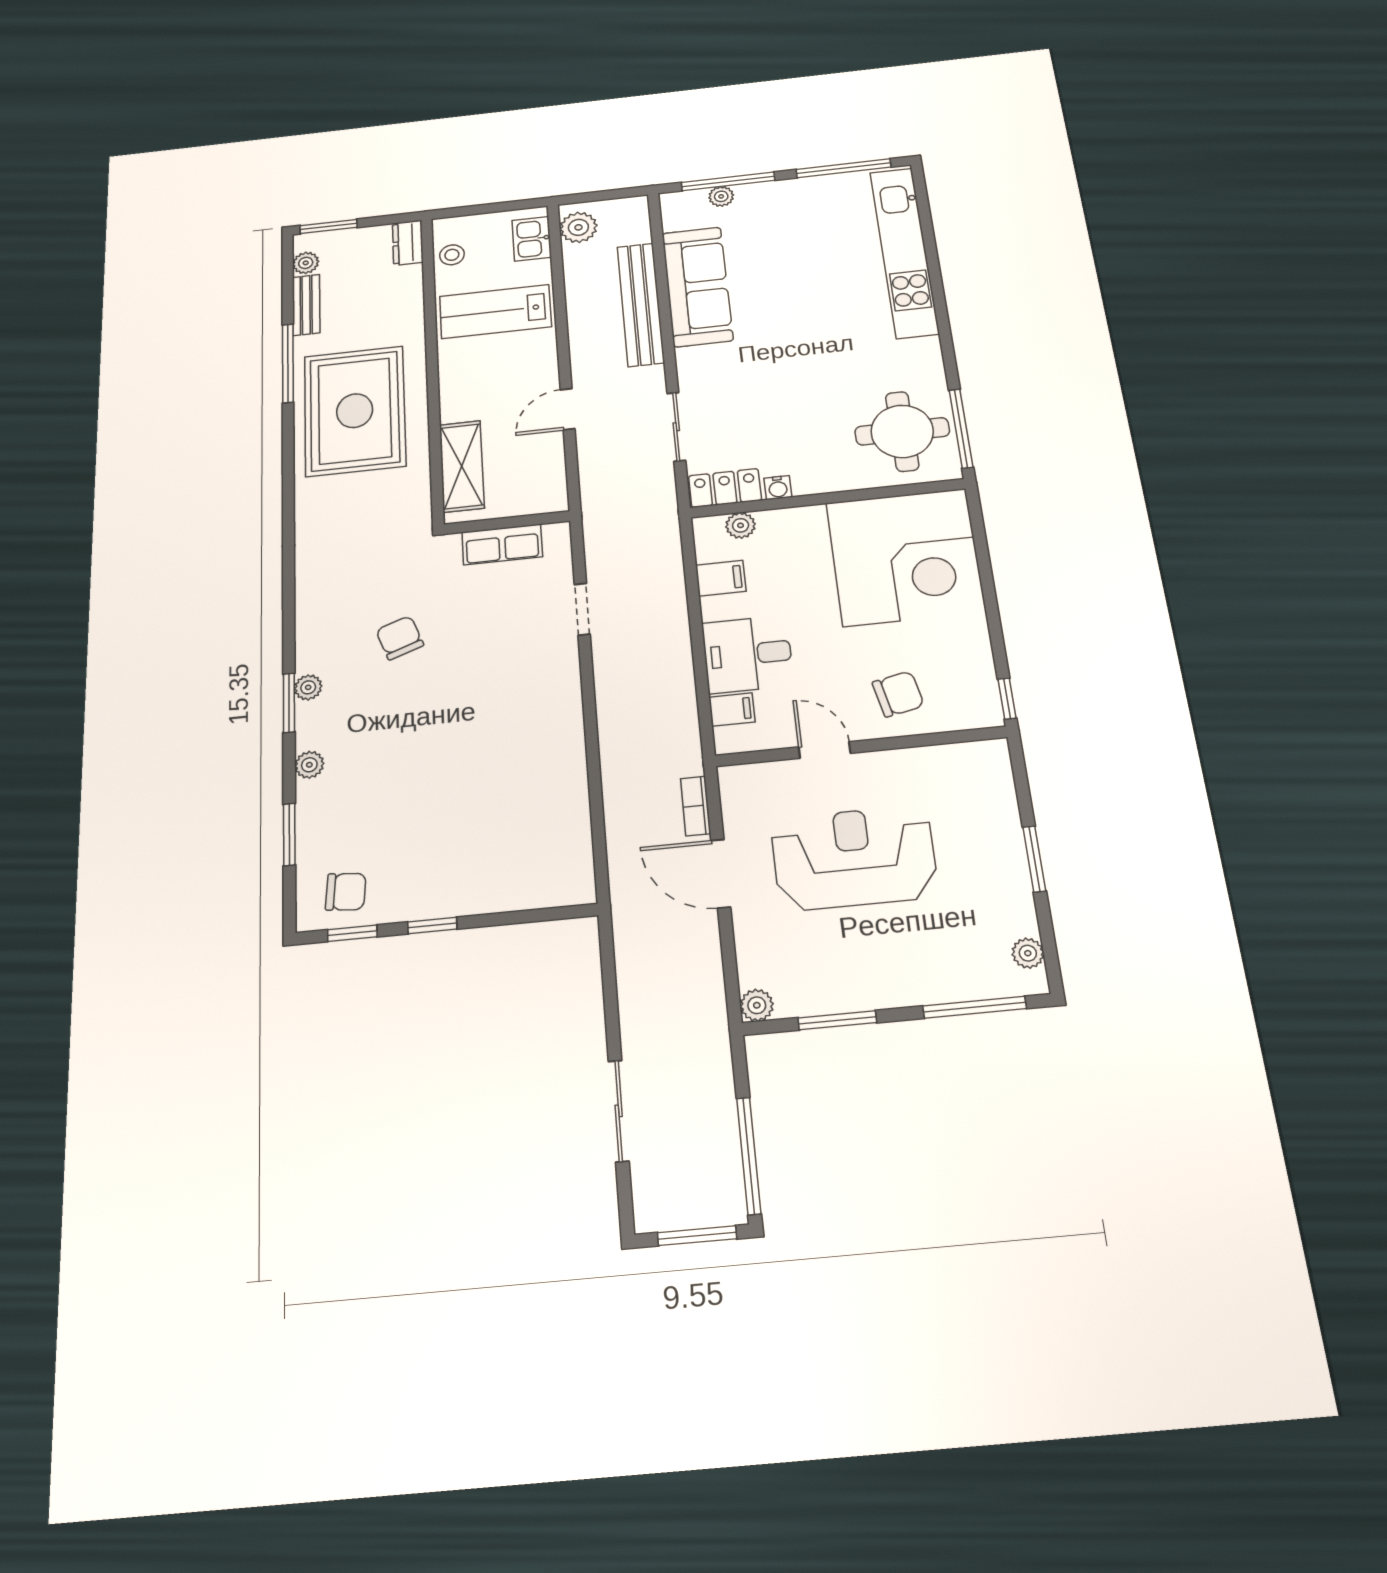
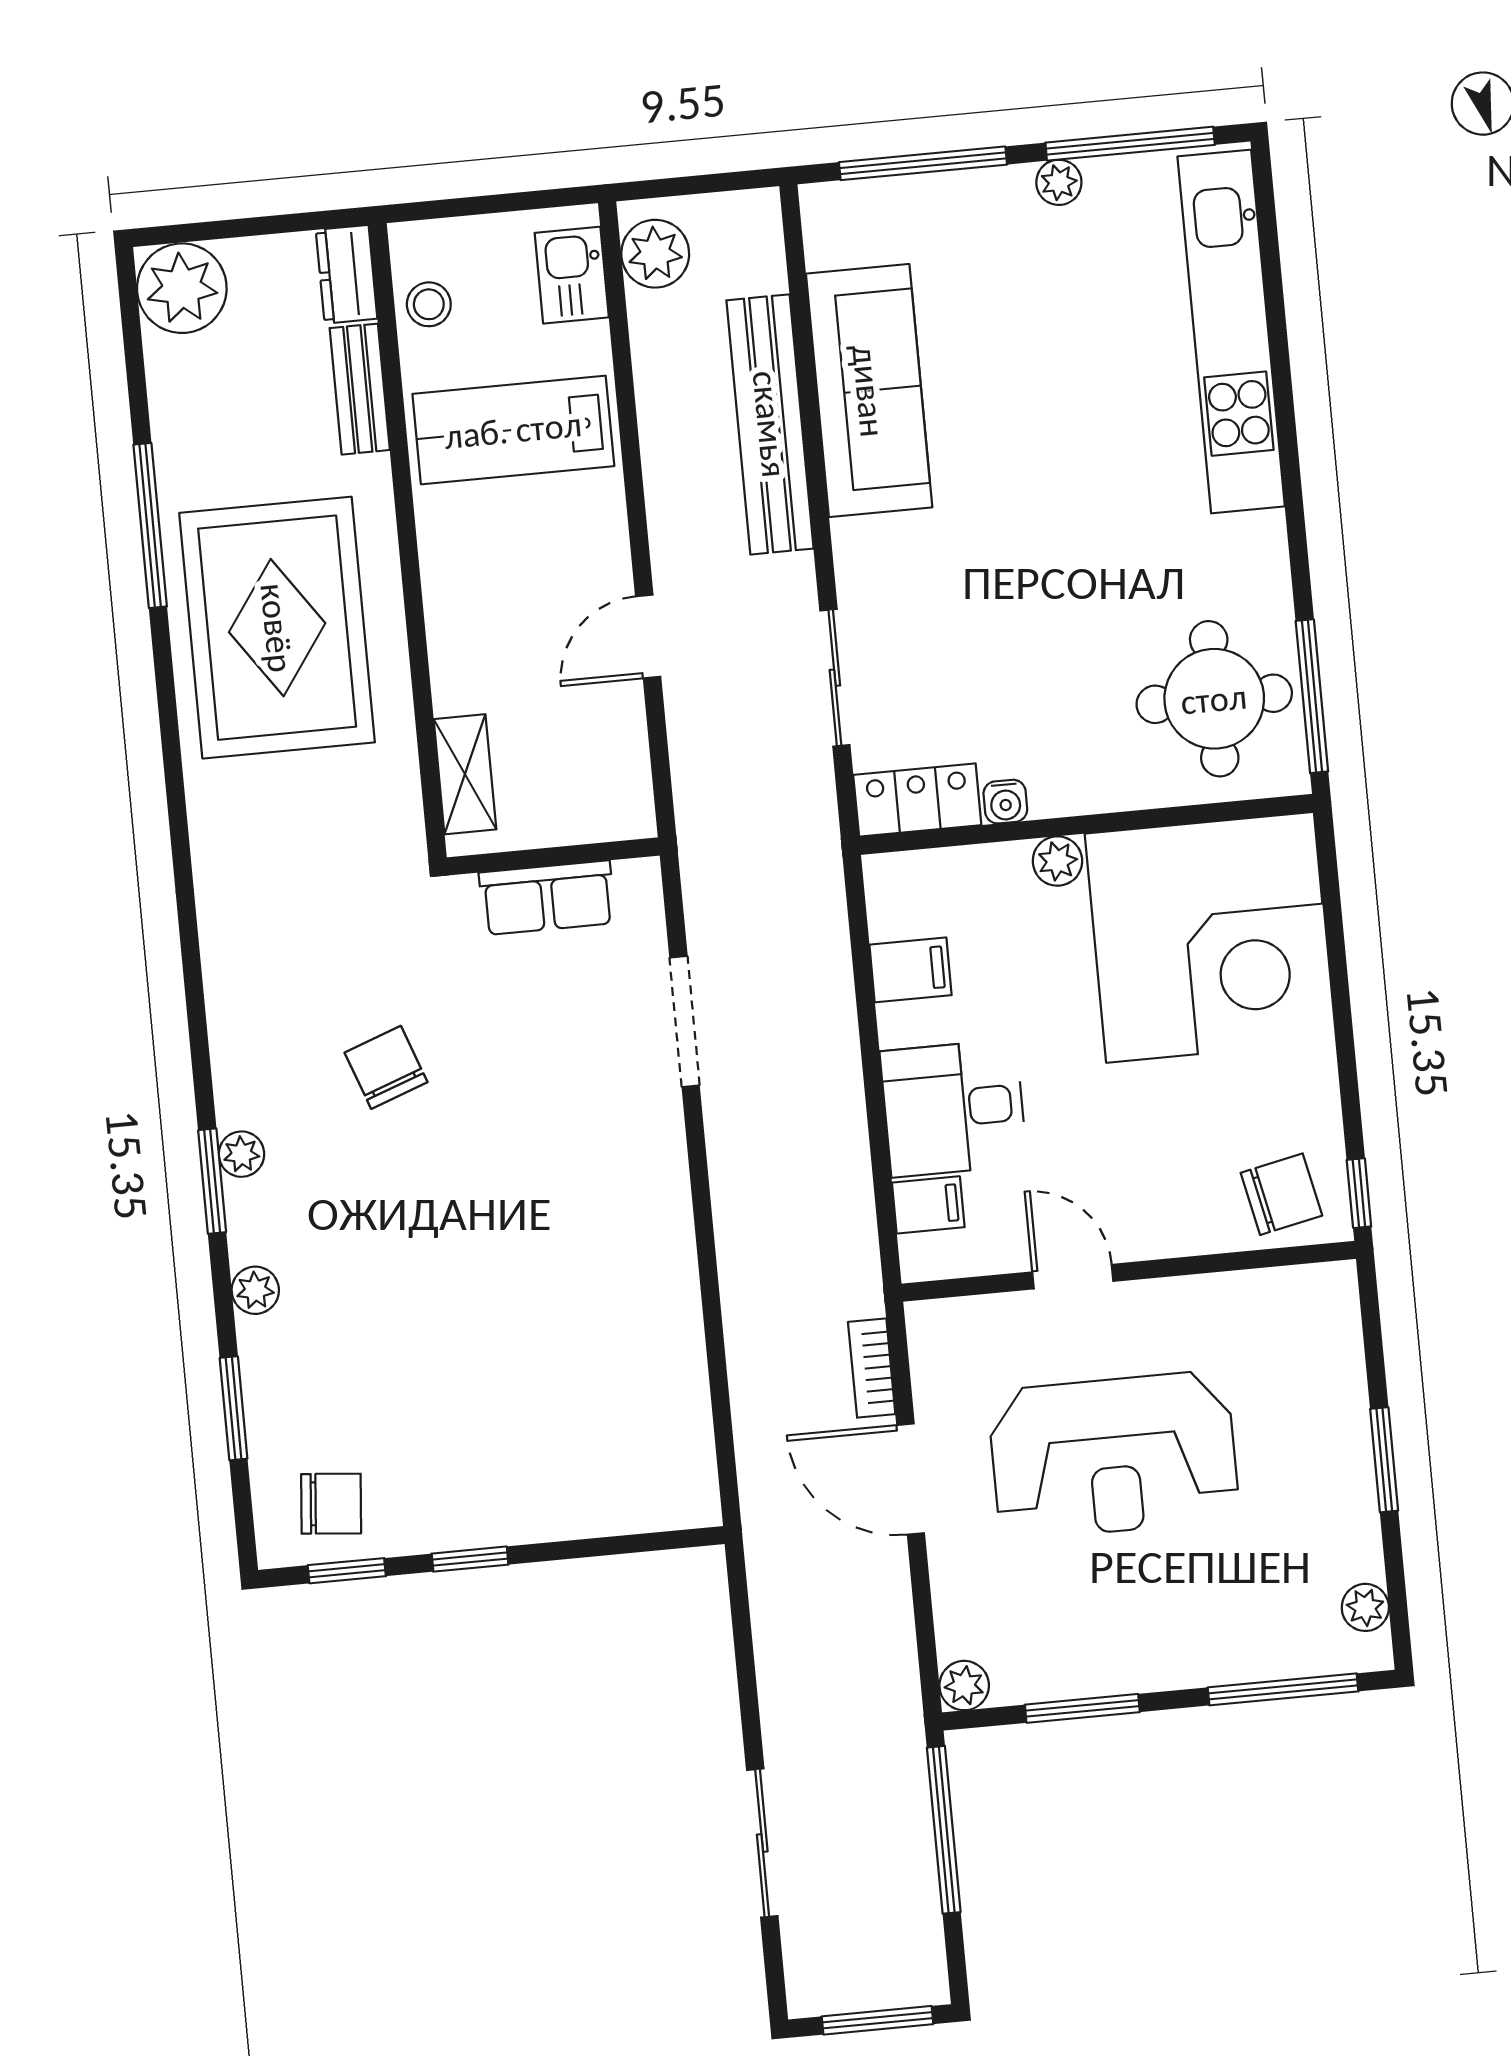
plant: (721, 196) -> (1059, 182), moved
window: (328, 226) -> (198, 232), removed
plant: (306, 263) -> (182, 288), width x1.88, depth x1.88
bench: (306, 305) -> (360, 389), moved
shelving: (462, 466) -> (465, 774), width x0.67, depth x0.75
plant: (741, 525) -> (1057, 861), moved
doorway: (582, 609) -> (685, 1022), width x1.38
chair: (898, 694) -> (1281, 1194), moved
reception desk: (854, 858) -> (1114, 1455), turned 180
window: (749, 1156) -> (944, 1830), moved

